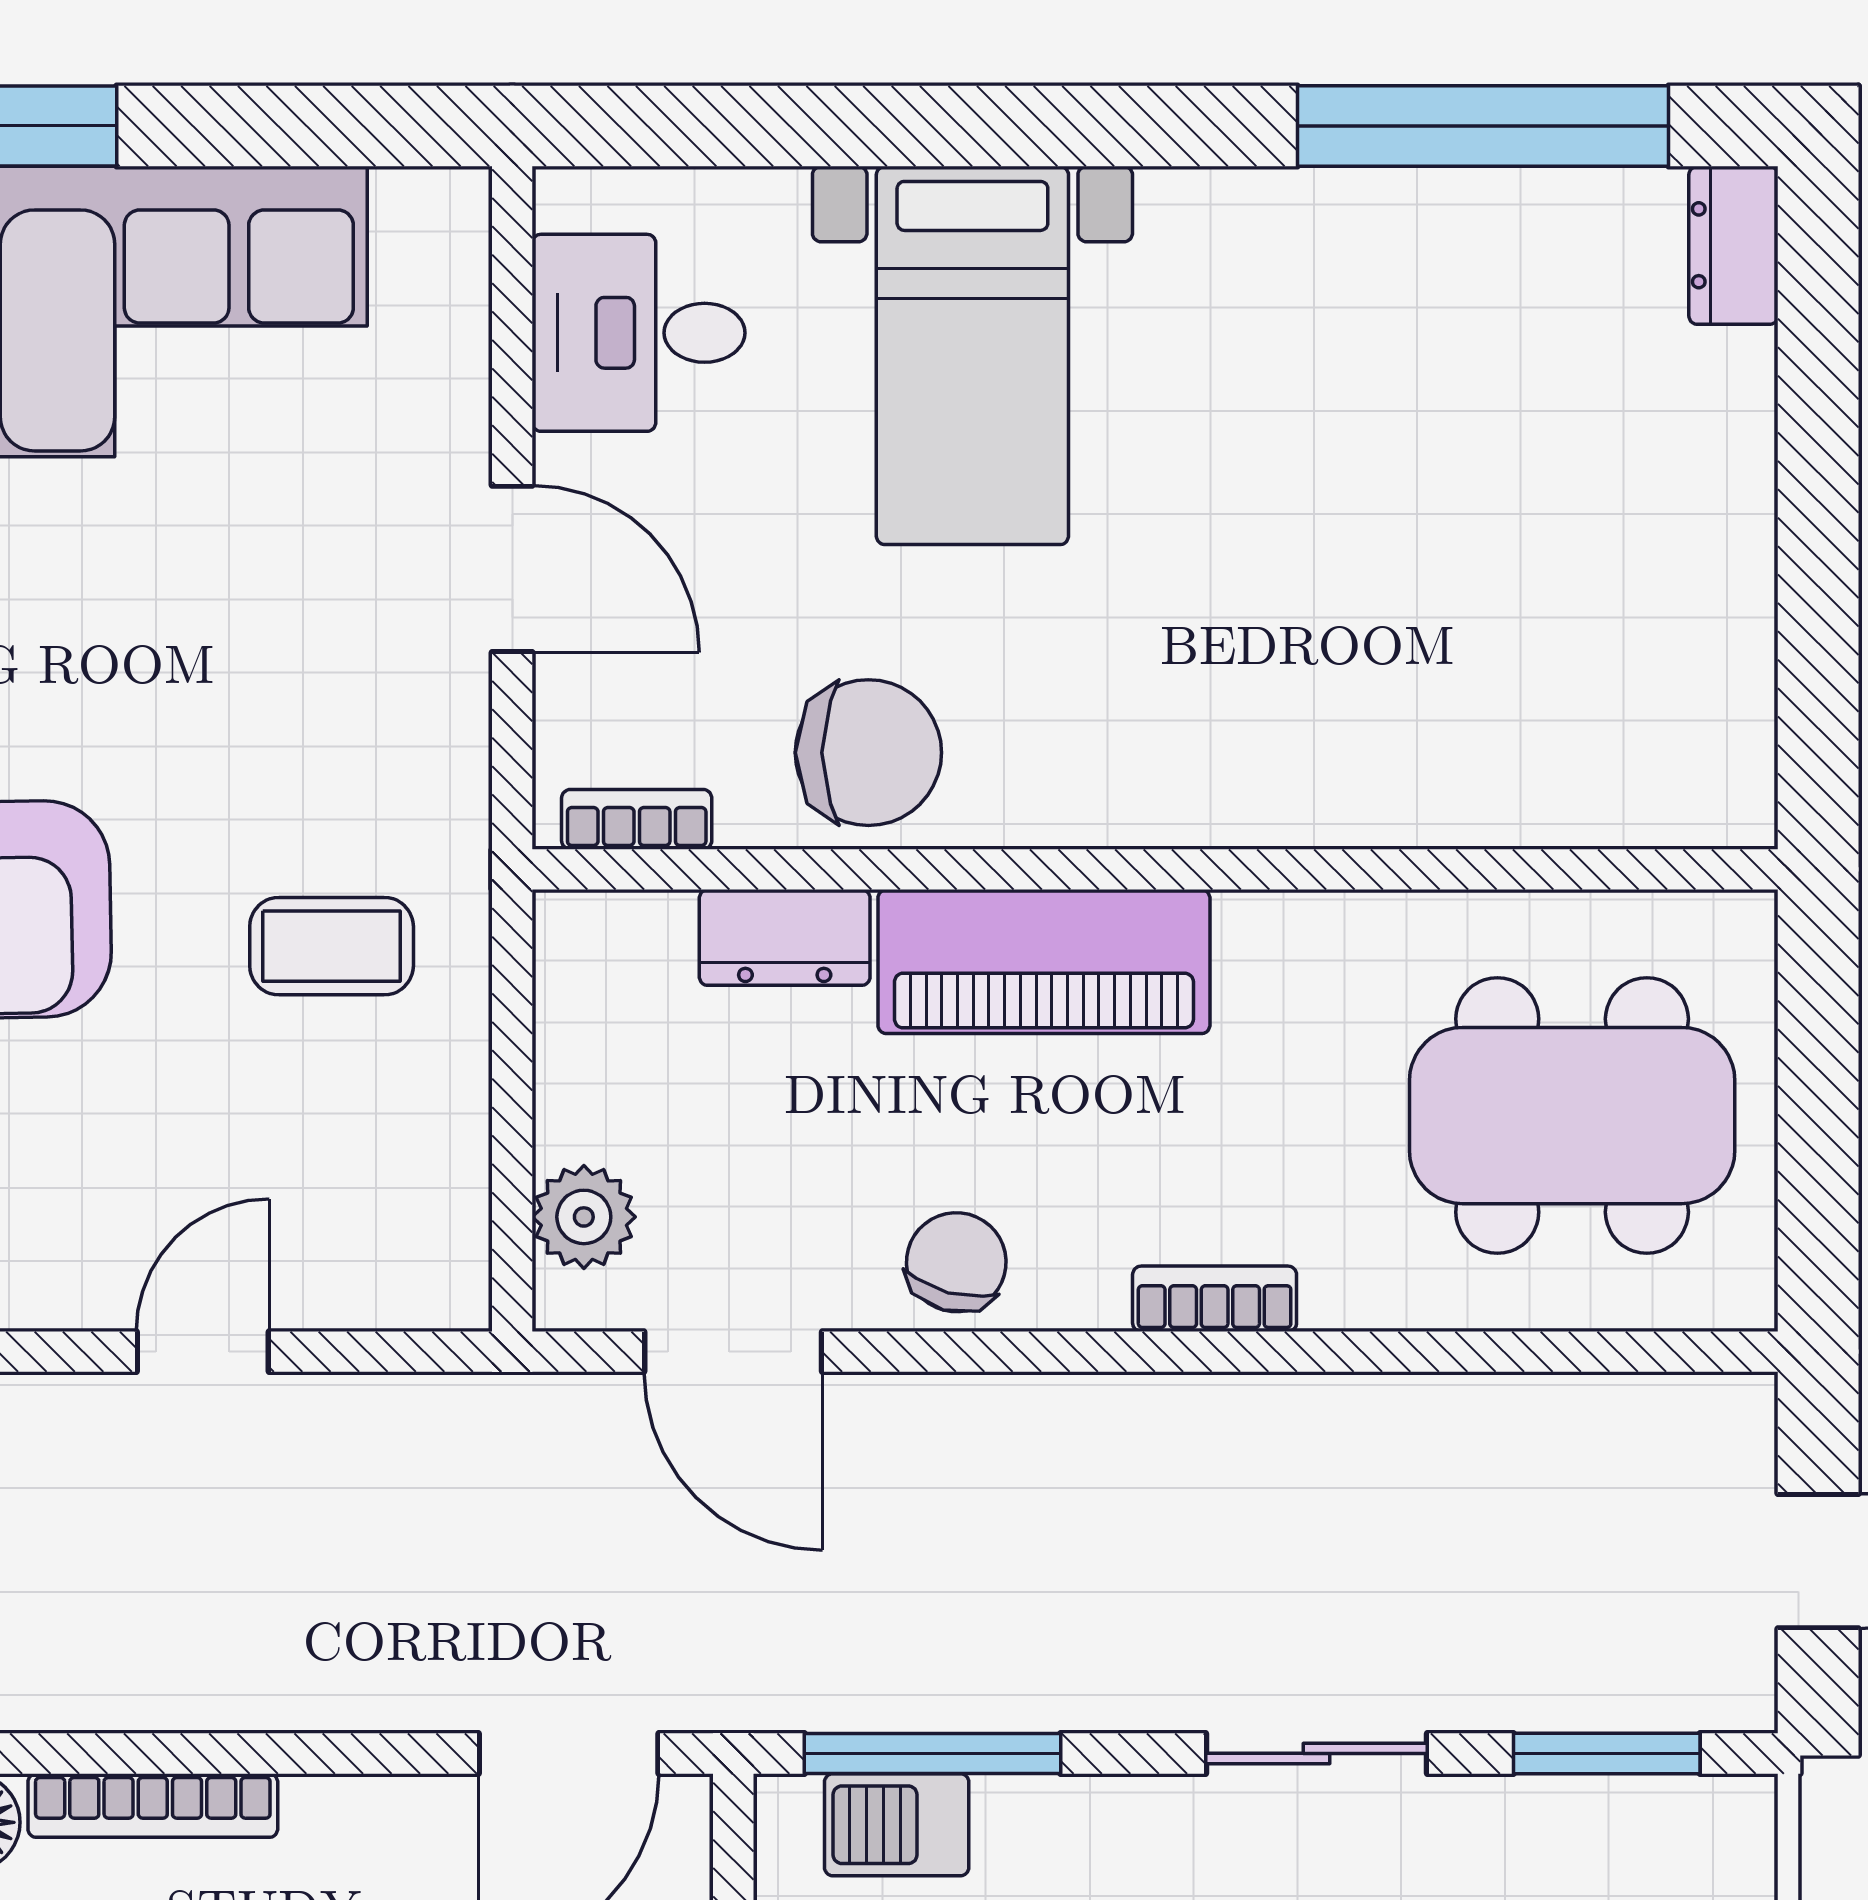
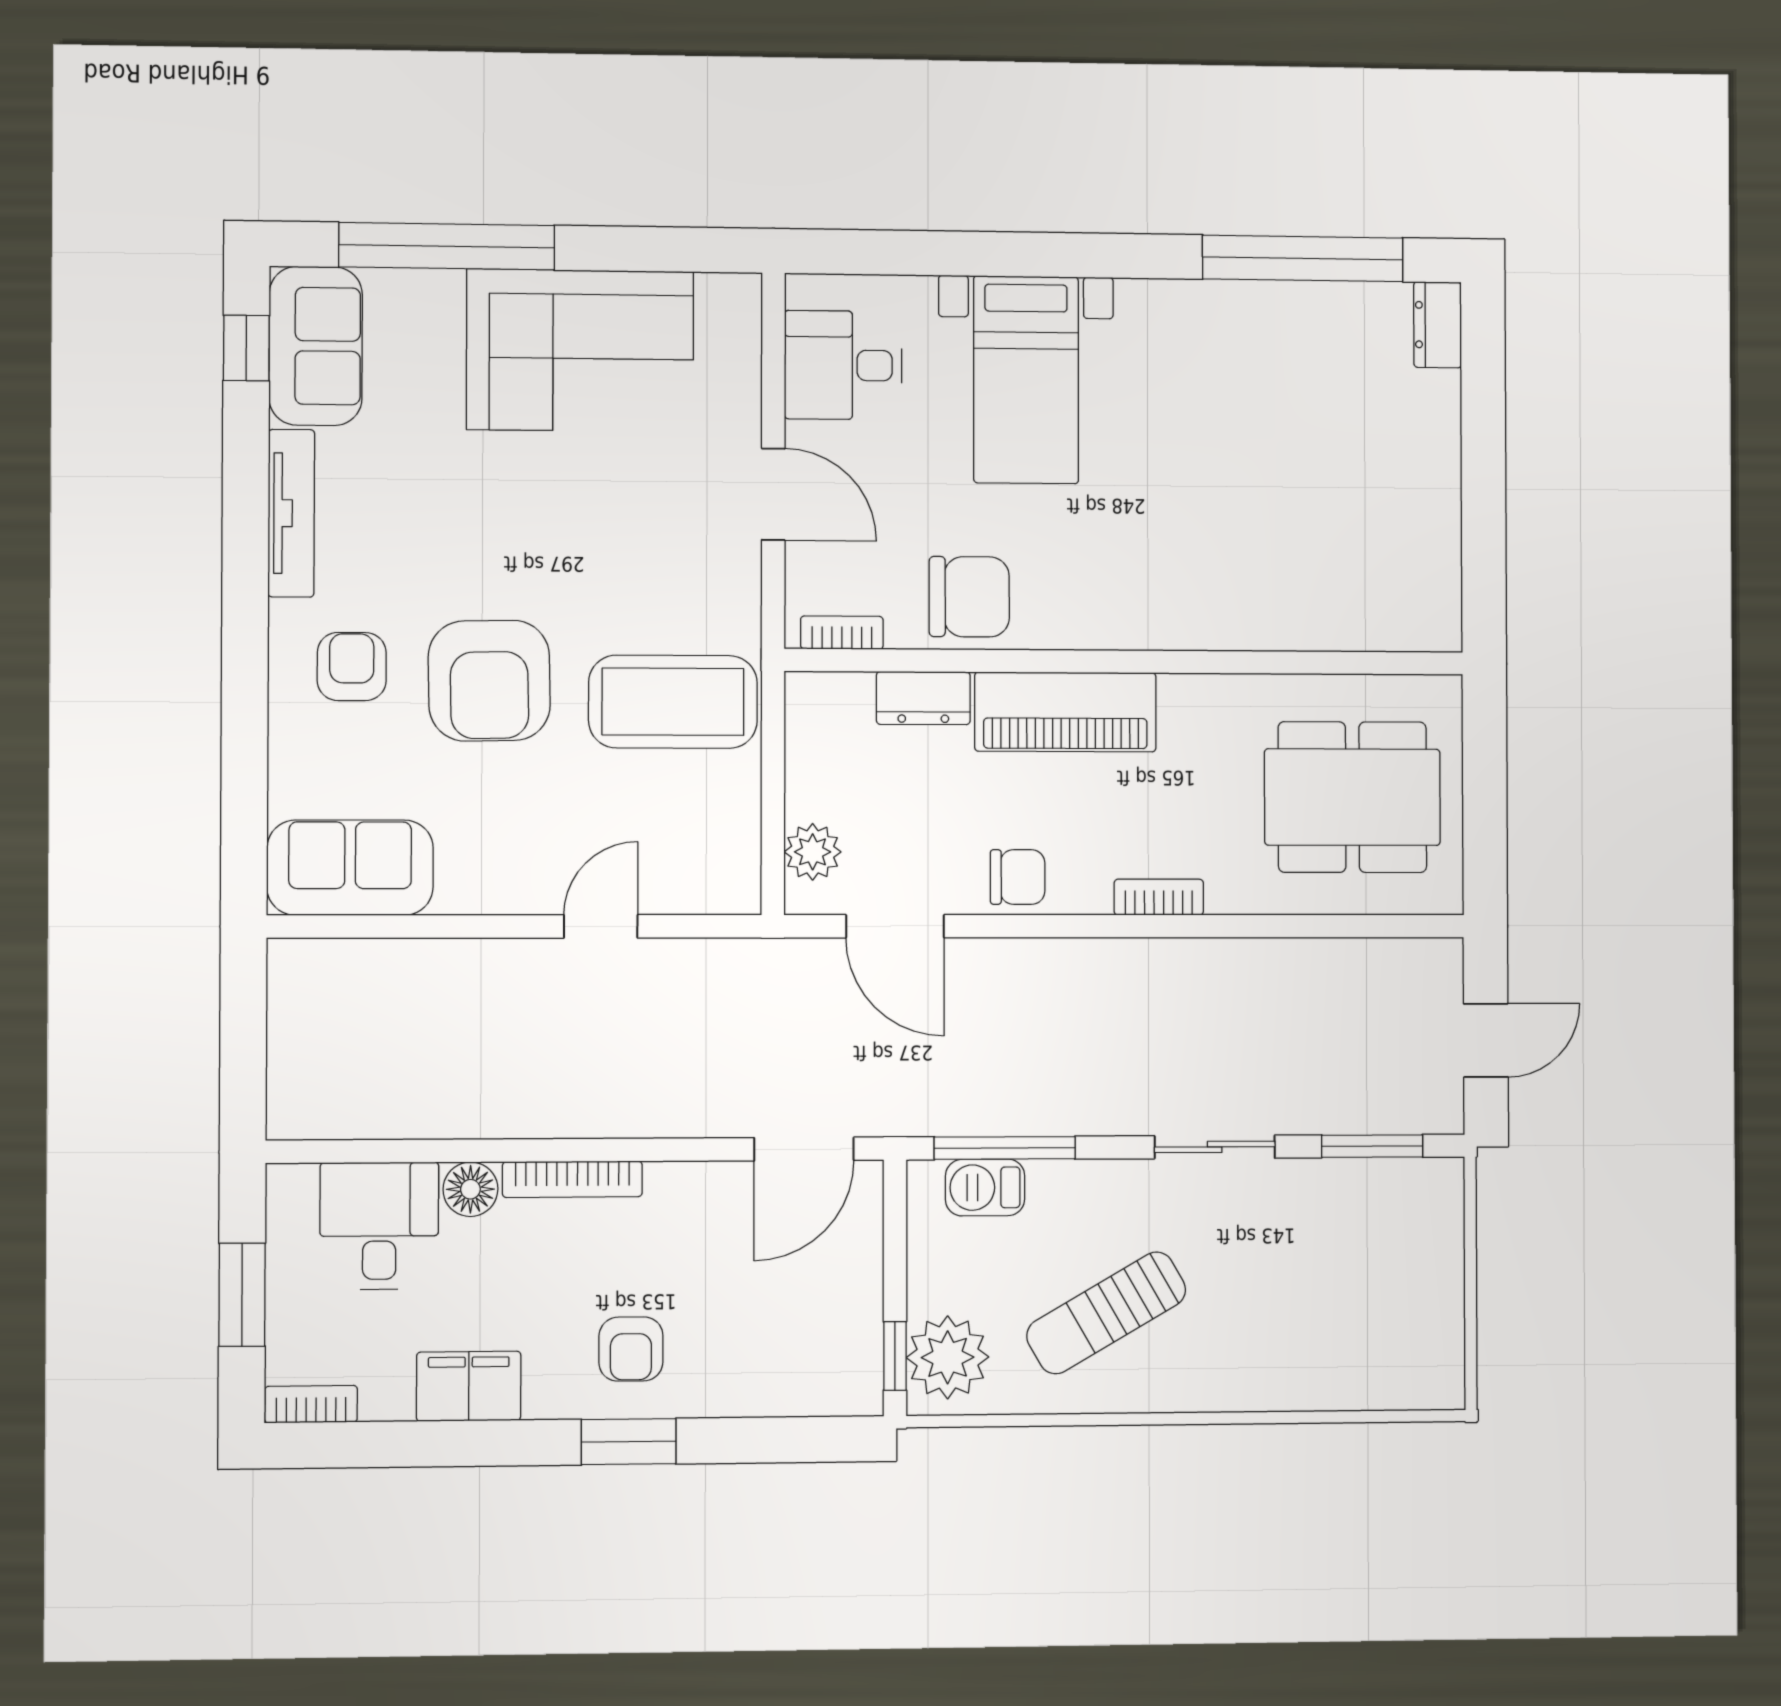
coffee table: (332, 946) -> (673, 702), width x1.86, depth x1.72
chair: (956, 1262) -> (1018, 877), turned 75

